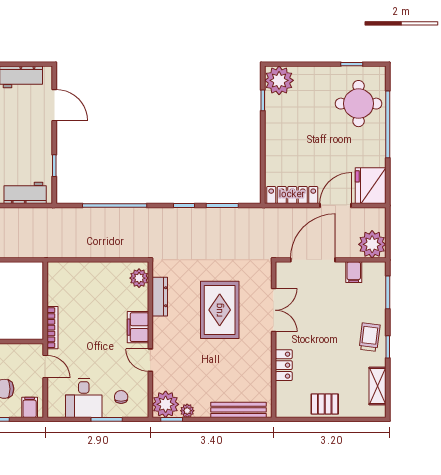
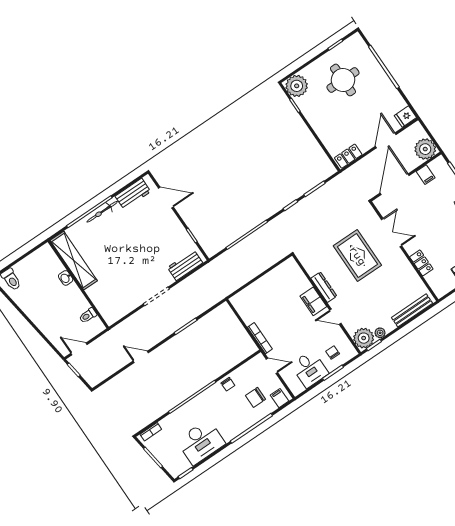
round table: (359, 104) -> (343, 80), moved
fridge: (371, 186) -> (405, 117), width x0.53, depth x0.75
locker: (292, 195) -> (348, 156), width x0.66
plant: (139, 278) -> (293, 270), removed
dresser: (160, 297) -> (324, 287), moved

